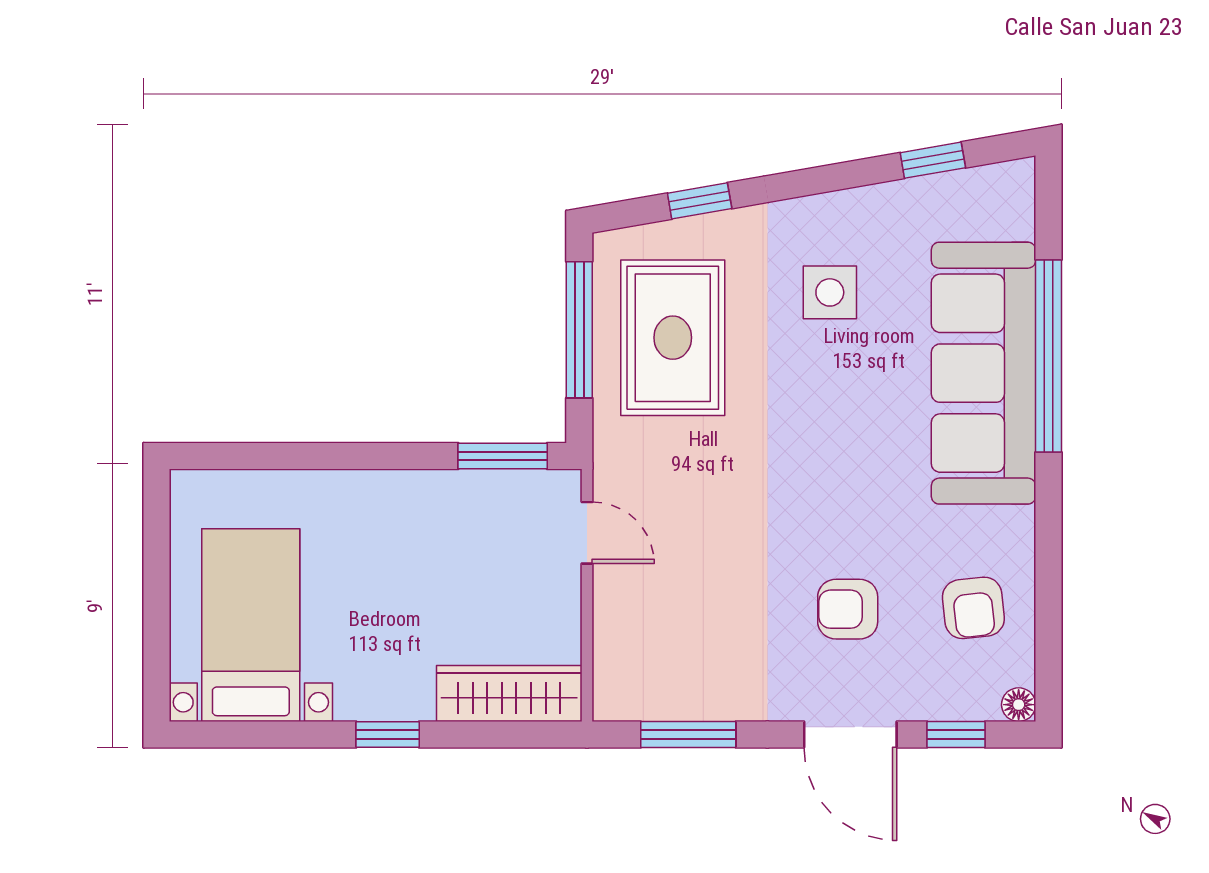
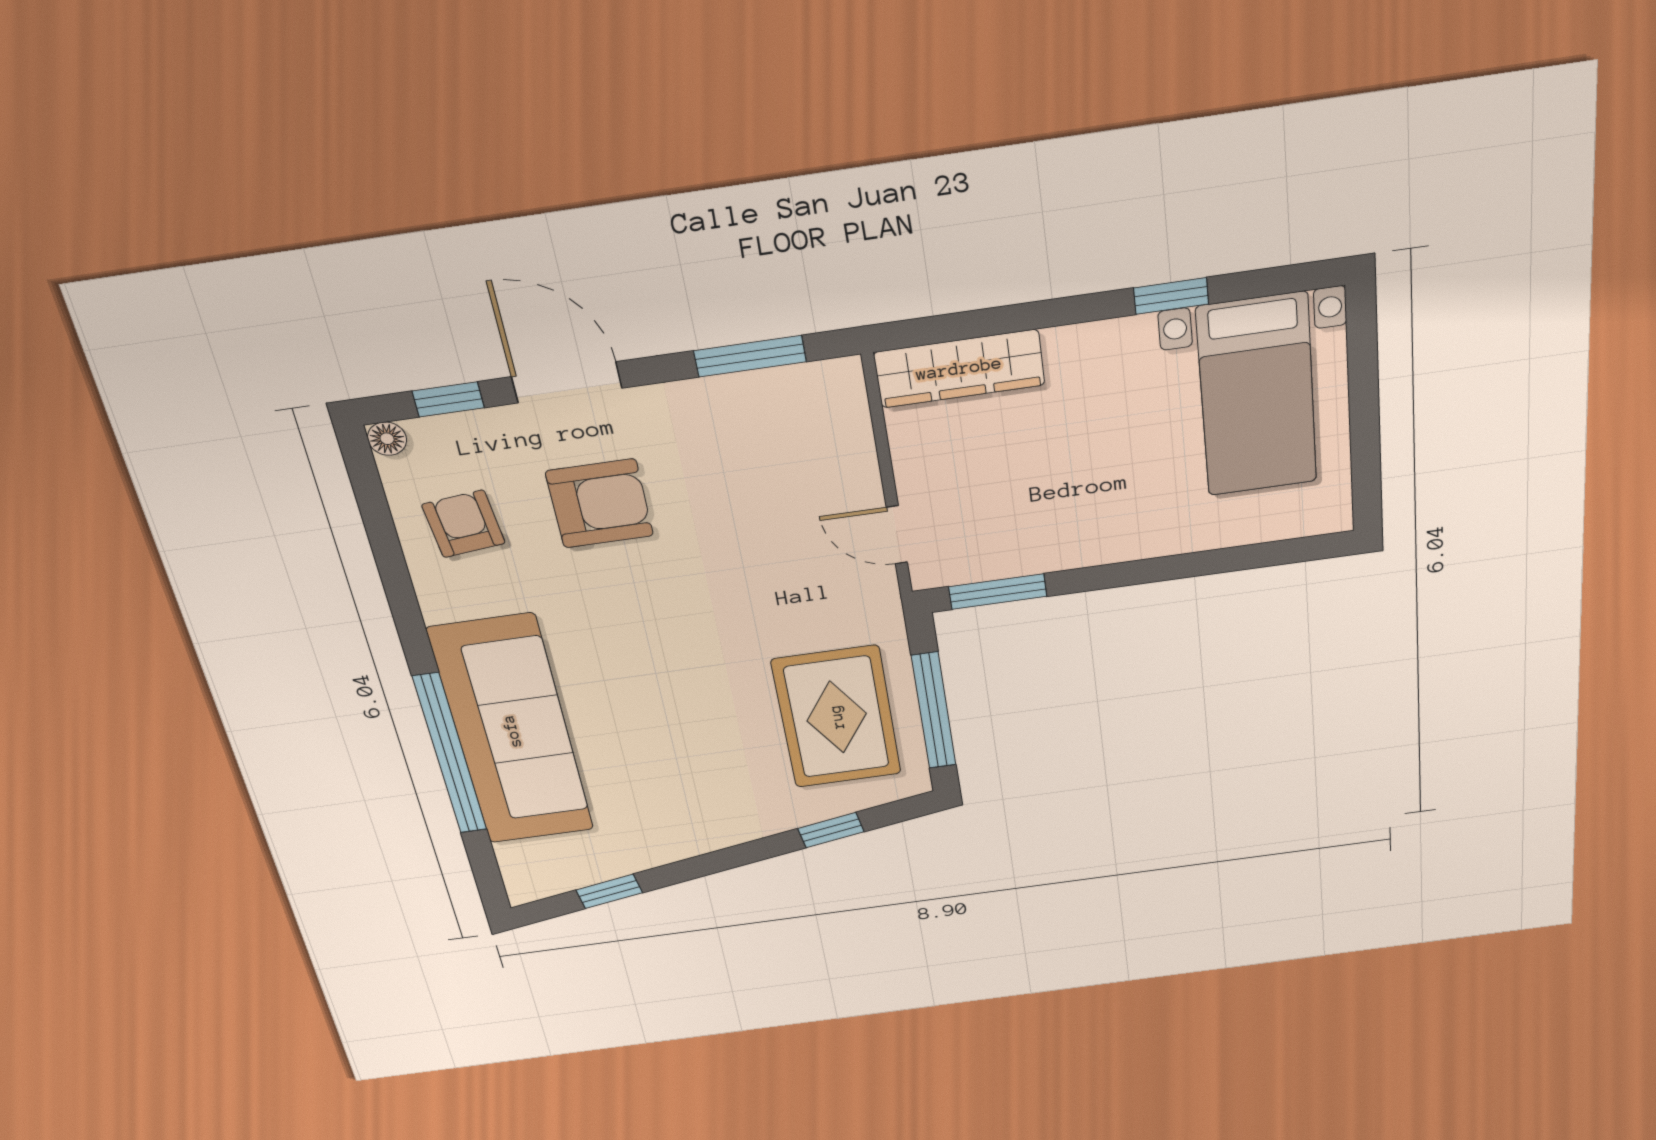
side table: (830, 292) -> (685, 776), removed
armchair: (848, 609) -> (600, 504), width x1.38, depth x1.38
window: (388, 734) -> (1171, 296), moved

